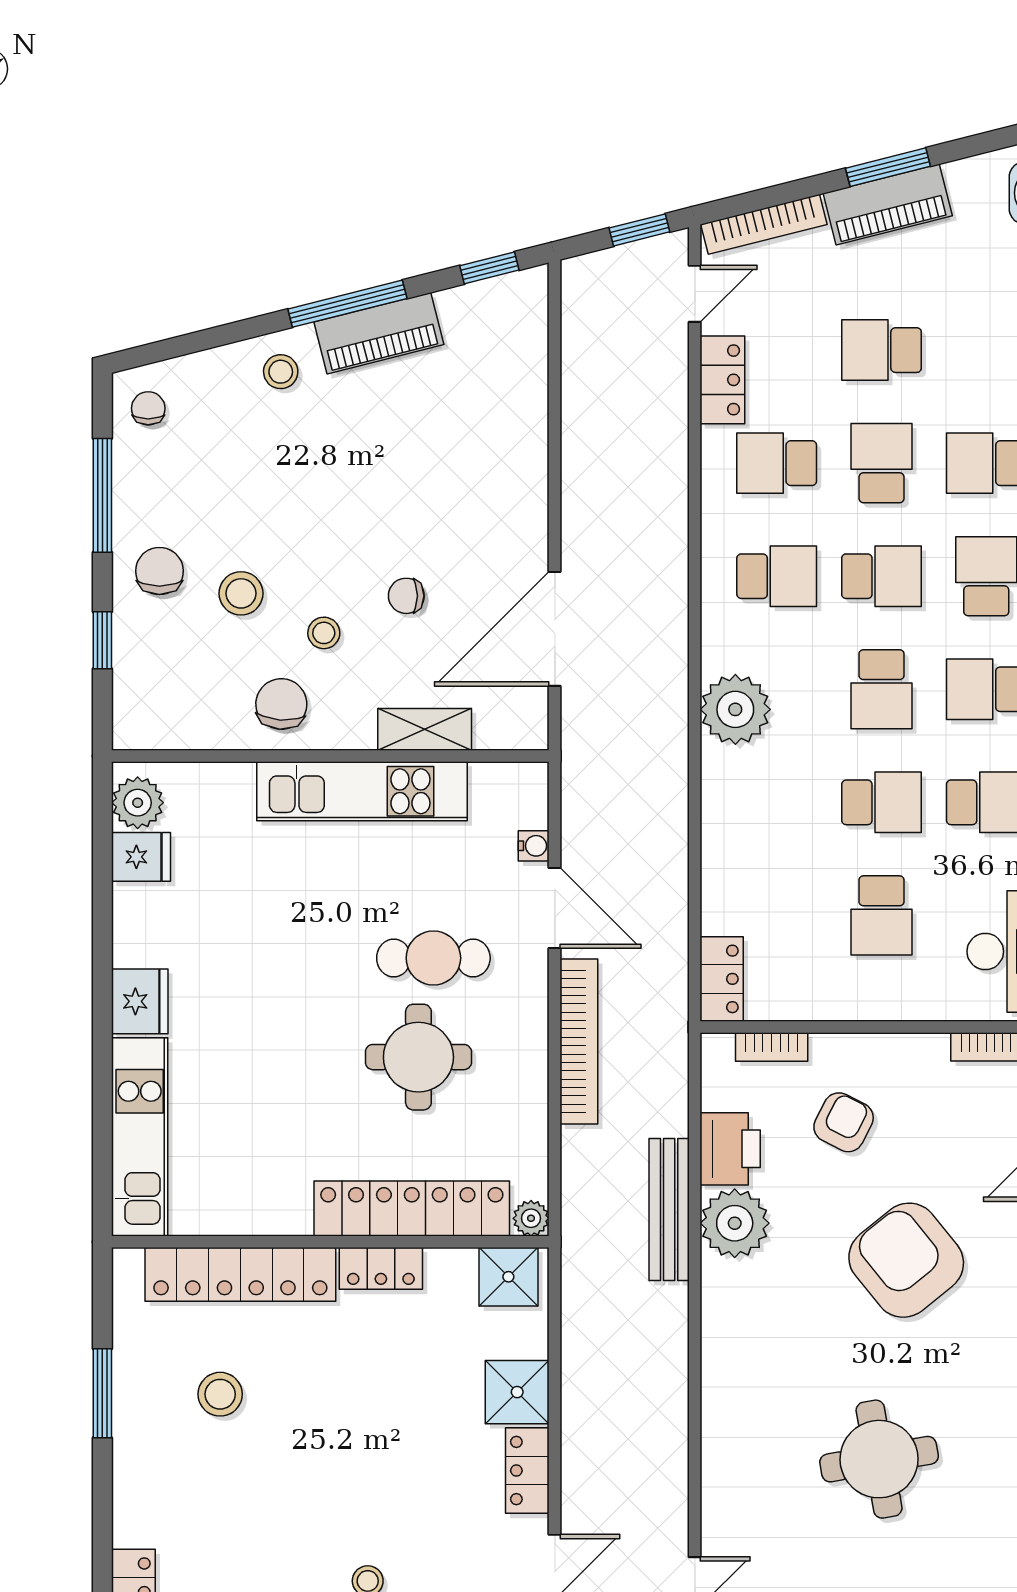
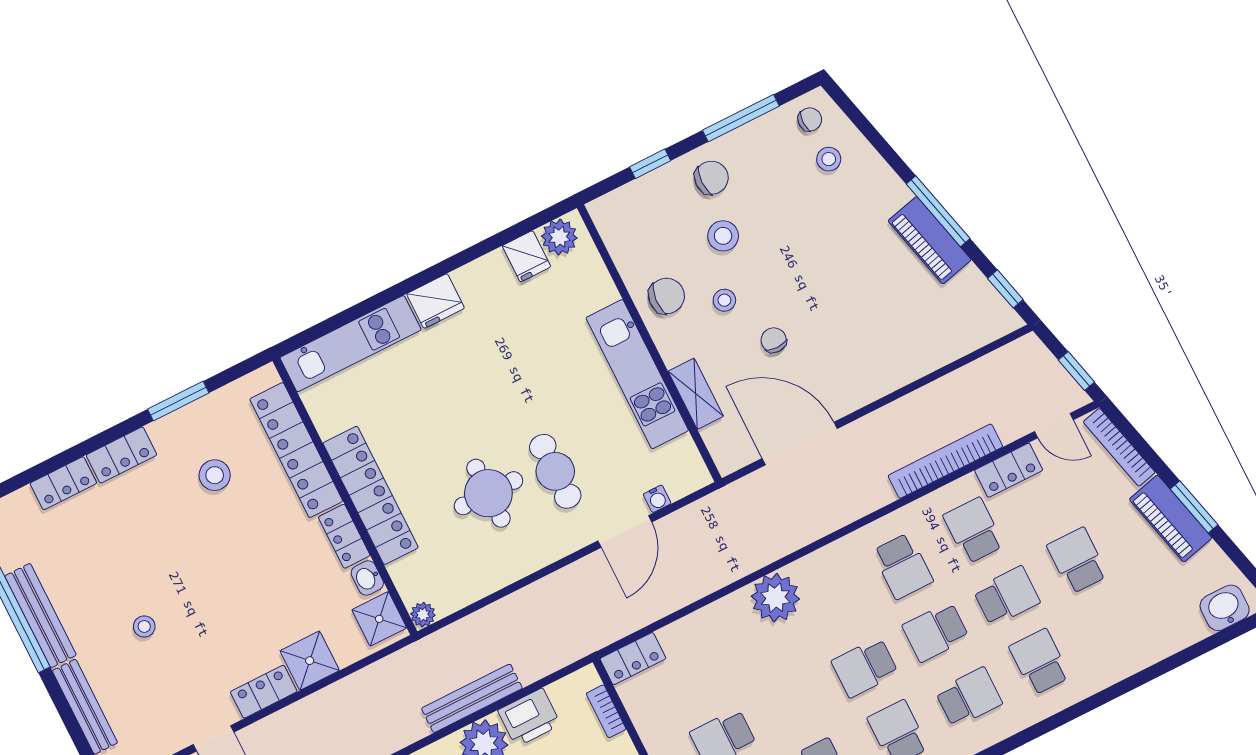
stool: (281, 372) -> (829, 159), moved
school desk: (881, 576) -> (936, 632), turned 90
plant: (735, 709) -> (775, 598), moved
school desk: (881, 802) -> (794, 703), removed
bookcase: (579, 1042) -> (945, 461), moved, turned 180
locker: (412, 1209) -> (371, 495), moved
washbasin: (449, 1266) -> (367, 578), added
locker: (135, 1500) -> (122, 455), added

